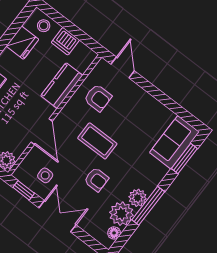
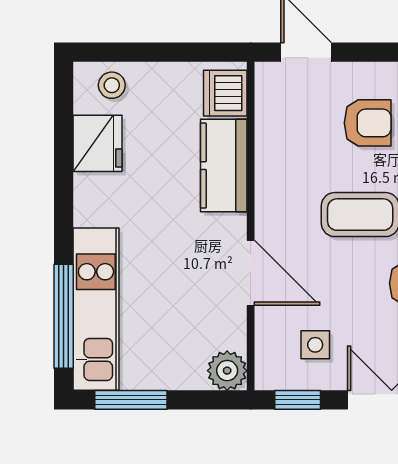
dishwasher: (65, 41) -> (225, 93), moved, turned 90
armchair: (98, 98) -> (368, 123), moved

